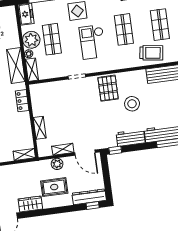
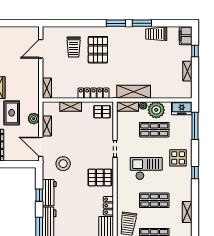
locker: (136, 75) -> (108, 206), added
pallet: (41, 95) -> (102, 112), added
locker: (22, 101) -> (93, 93), width x1.53
stool: (132, 104) -> (63, 164), moved
window: (115, 150) -> (39, 195), moved
door: (85, 153) -> (41, 147), hinge flipped

